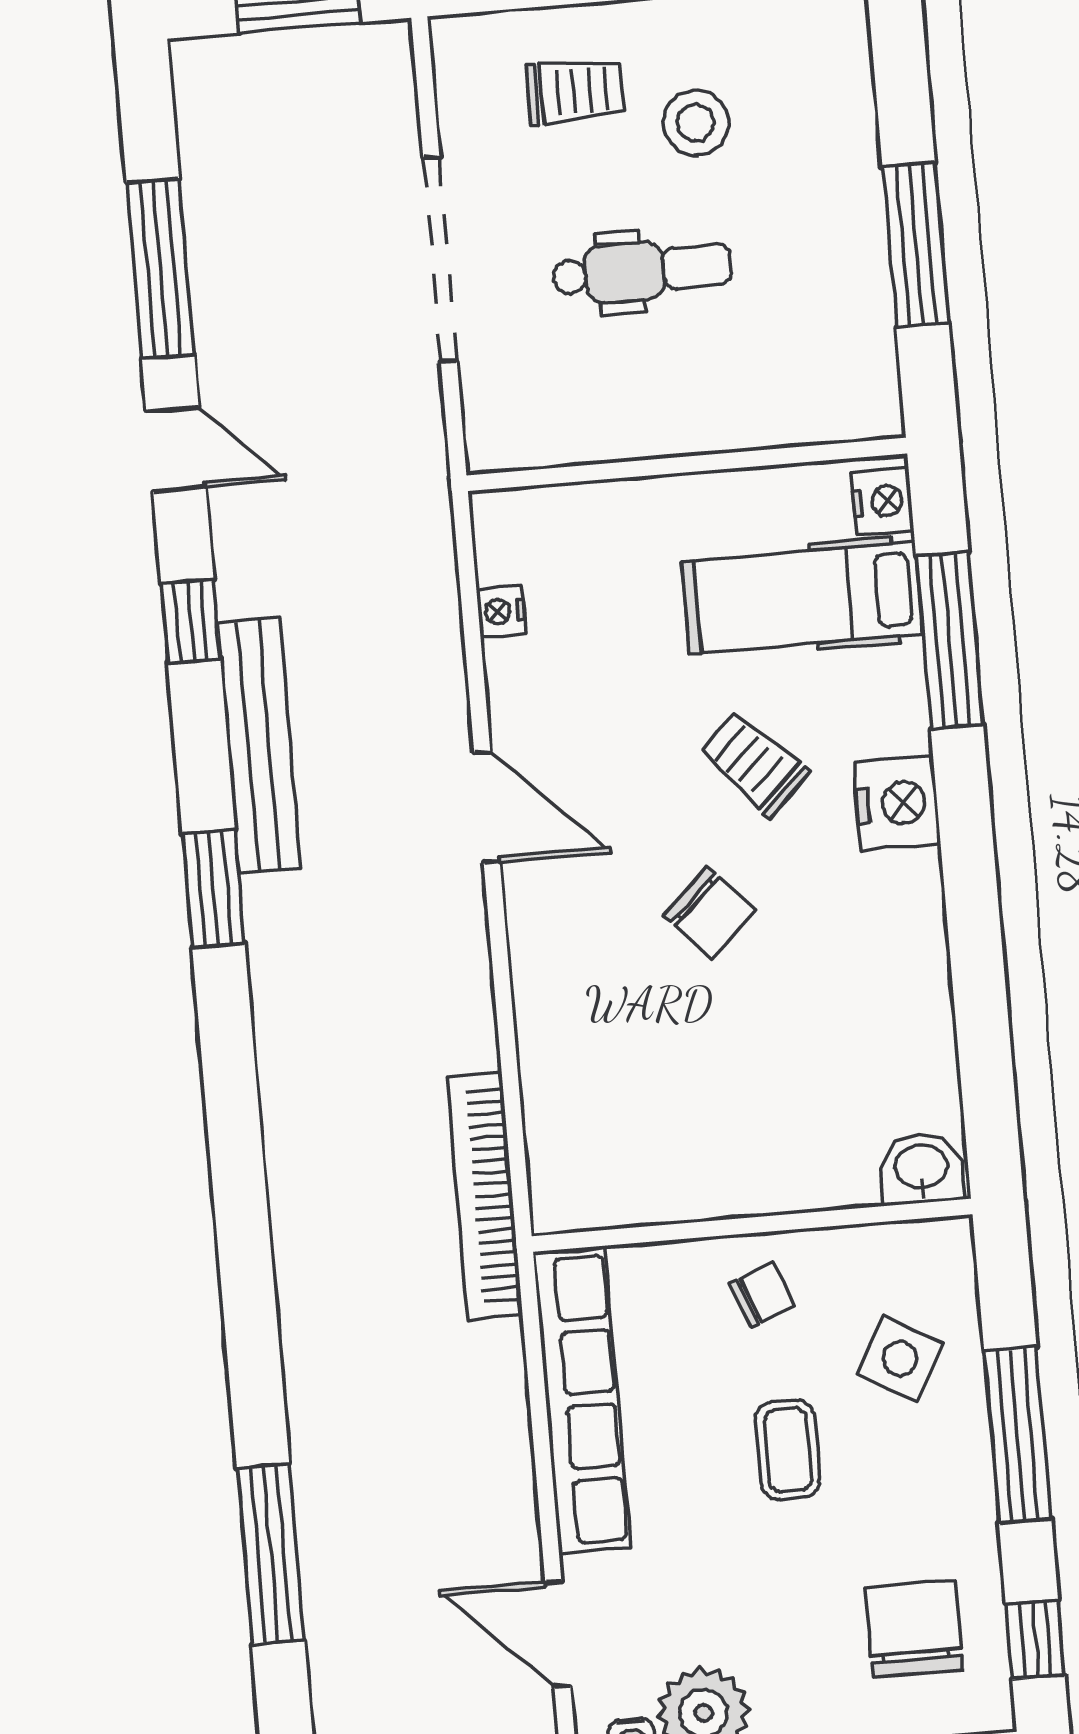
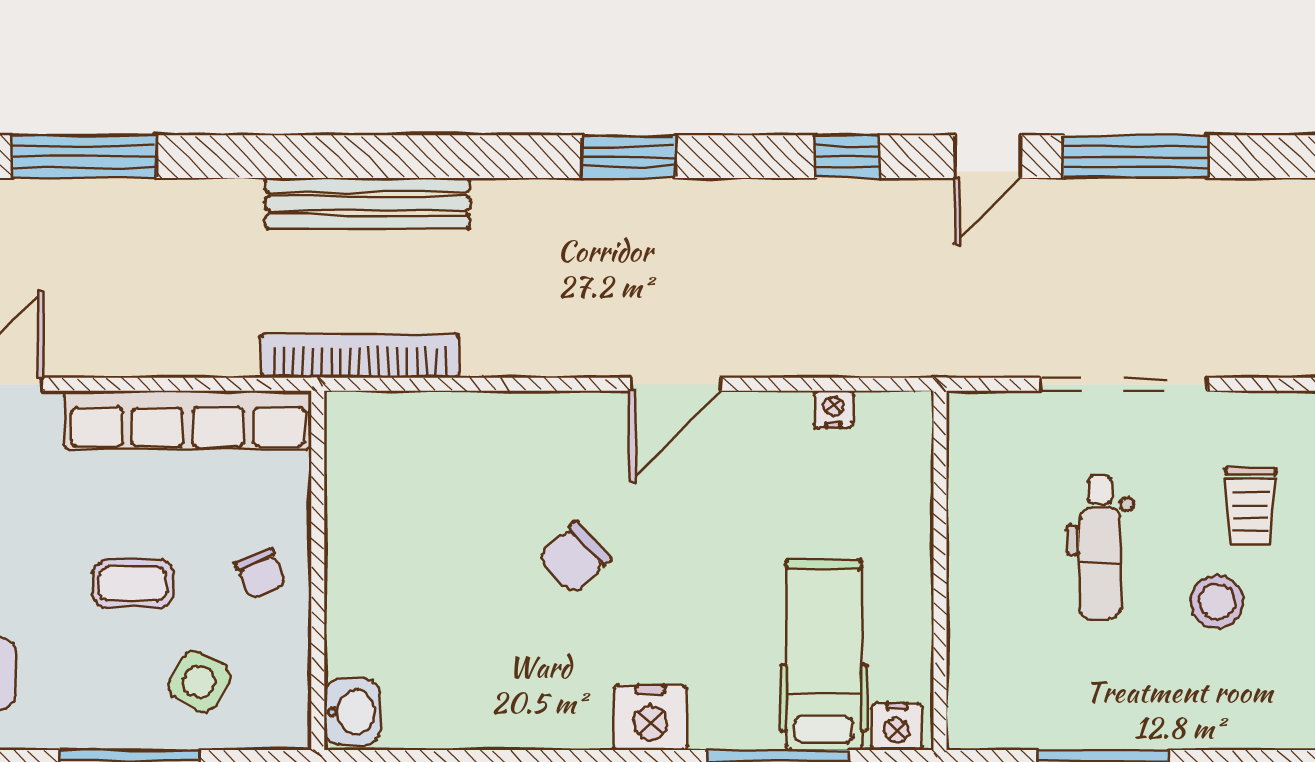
bench: (259, 746) -> (367, 204), moved
trolley: (754, 763) -> (693, 604), removed

